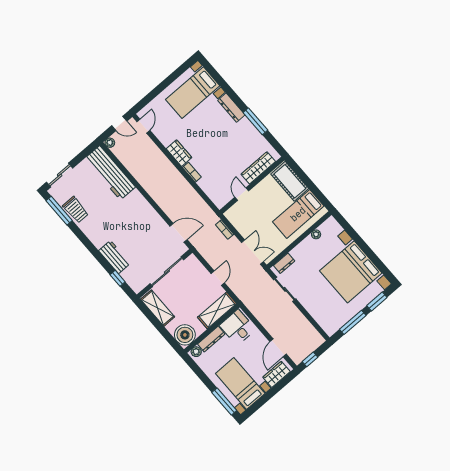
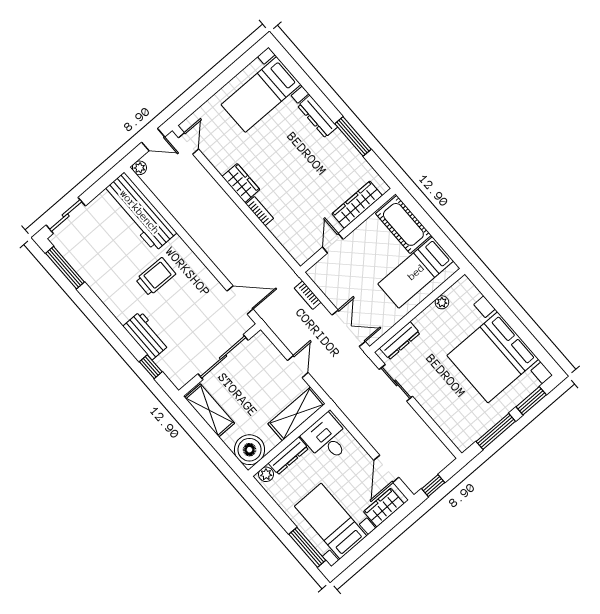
trolley: (76, 210) -> (156, 277), moved, turned -89
dresser: (284, 263) -> (400, 341), width x1.44

